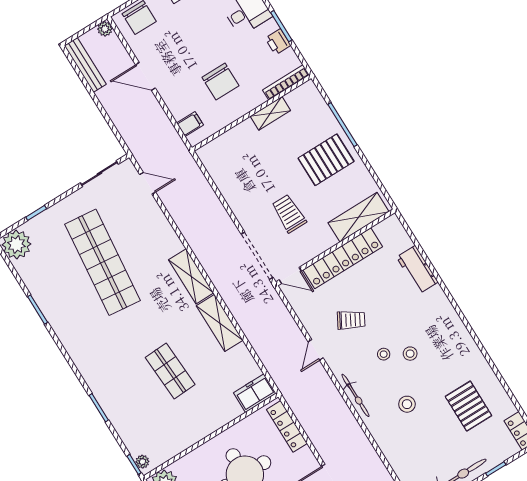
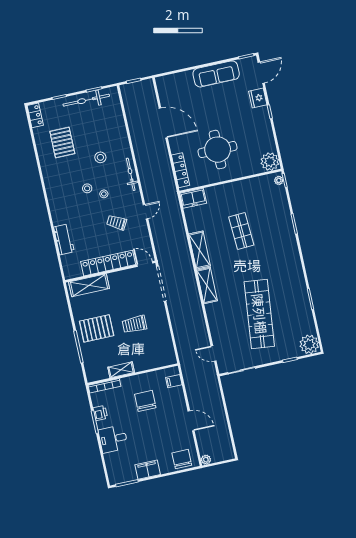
bench: (85, 65) -> (226, 441), removed
trolley: (289, 213) -> (134, 324), moved, turned 90

